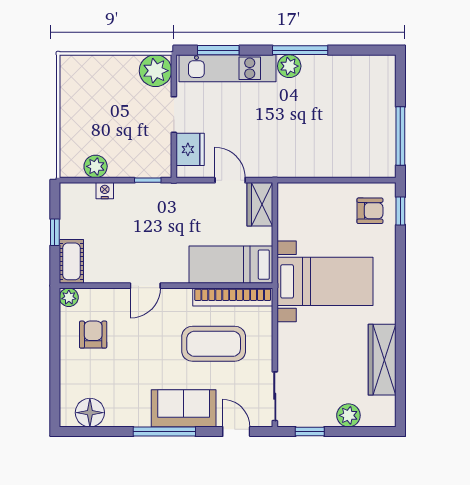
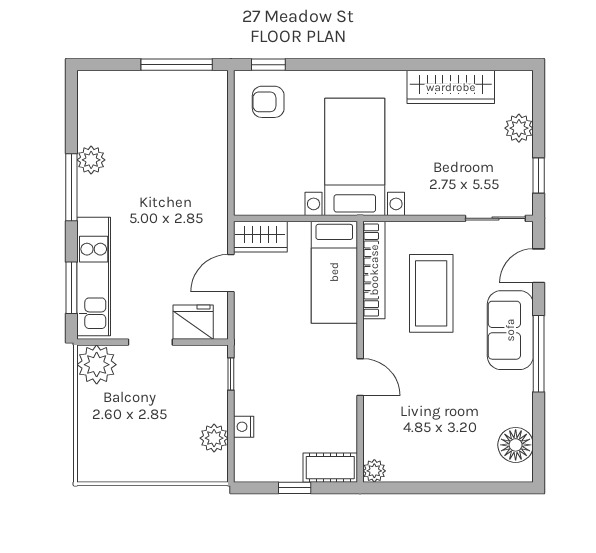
plant: (289, 66) -> (91, 160), moved
armchair: (370, 211) -> (268, 102), turned -90
armchair: (93, 335) -> (420, 441), removed

